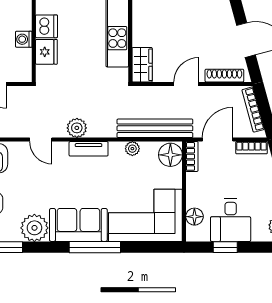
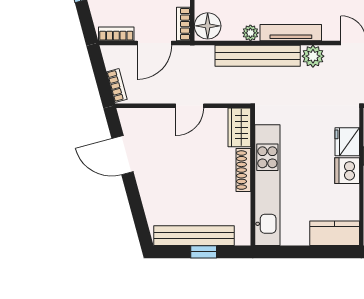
shoe rack: (224, 76) -> (243, 170), moved, turned 90
bookcase: (253, 110) -> (117, 86), width x0.64
bench: (155, 128) -> (258, 56), moved
tv unit: (89, 149) -> (291, 33), width x1.41

